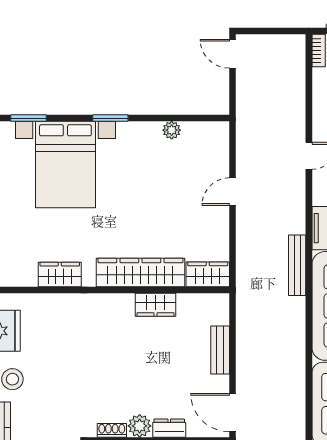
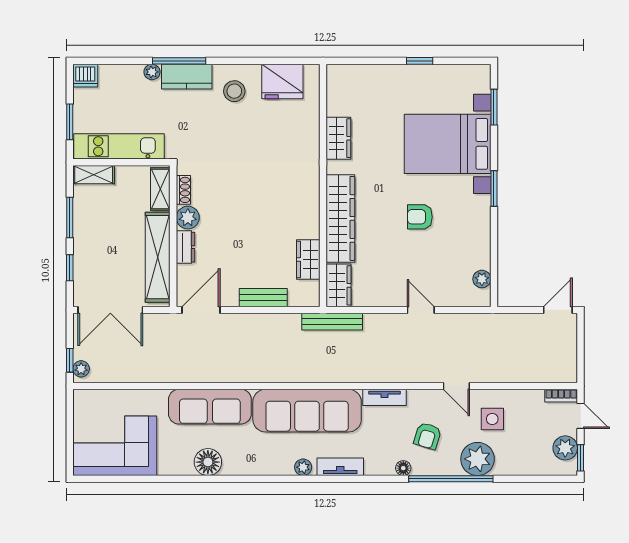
plant: (172, 130) -> (482, 279), moved
armchair: (139, 192) -> (420, 217), added
bench: (297, 265) -> (332, 322), moved
wardrobe: (155, 305) -> (308, 259), moved

